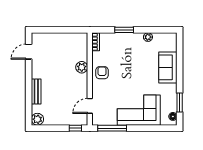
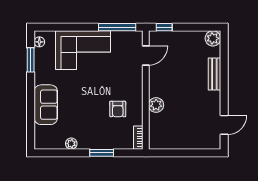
armchair: (102, 73) -> (118, 109), moved

